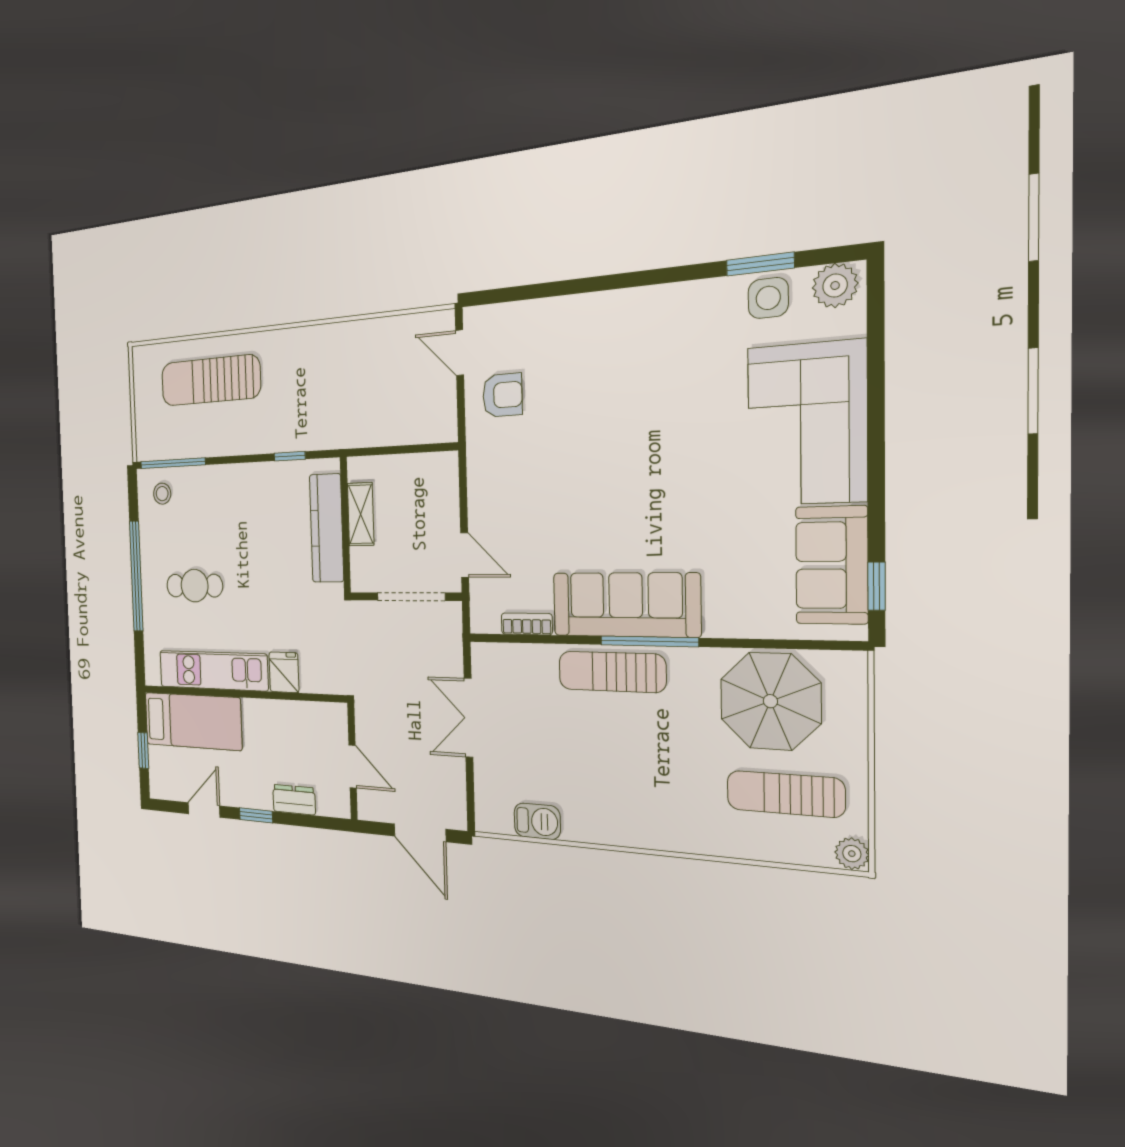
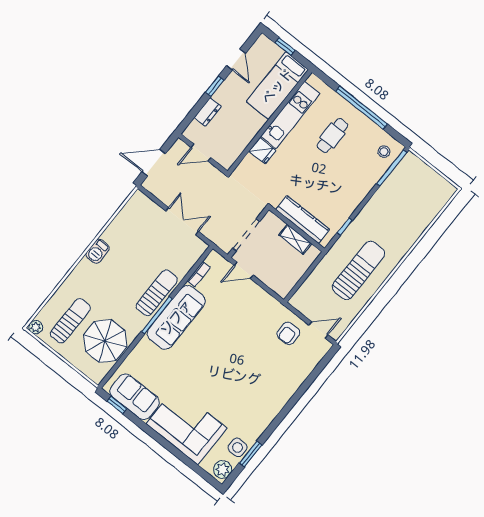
sun lounger: (210, 380) -> (359, 270), moved
barbecue: (537, 821) -> (98, 251), moved

